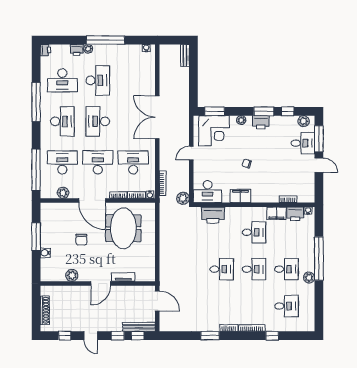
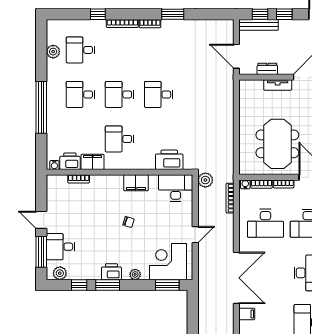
filing cabinet: (149, 87) -> (247, 314), added
plant: (309, 278) -> (53, 52), moved
dresser: (132, 290) -> (267, 69), added

